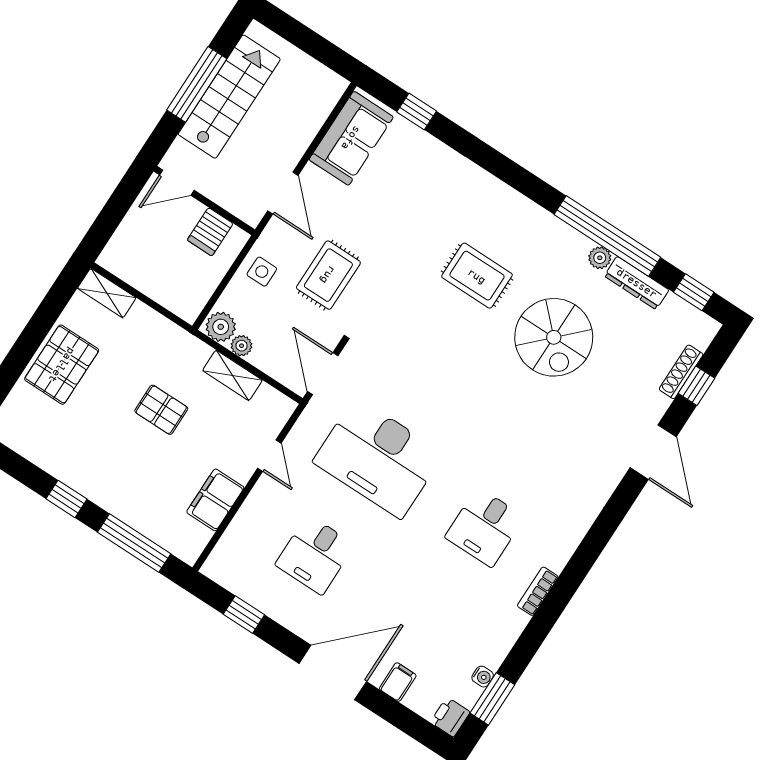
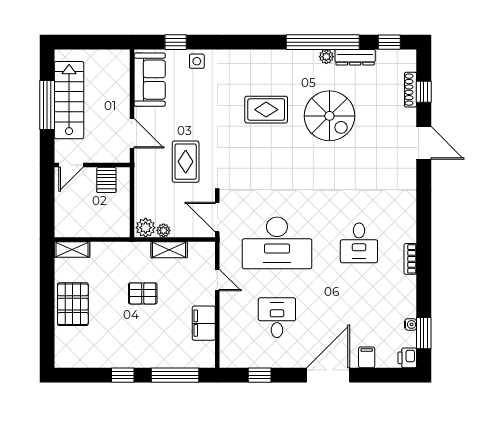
side table: (262, 272) -> (197, 61), moved
desk: (315, 555) -> (277, 318), turned 180

